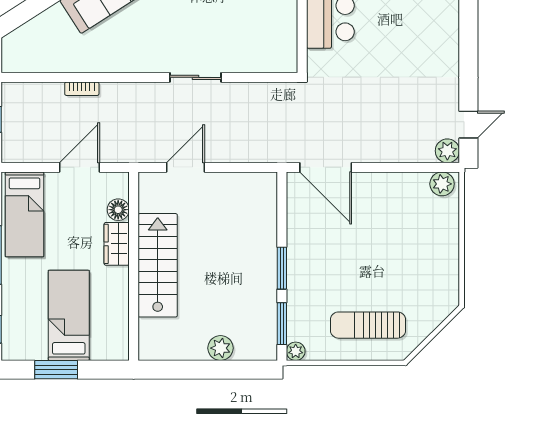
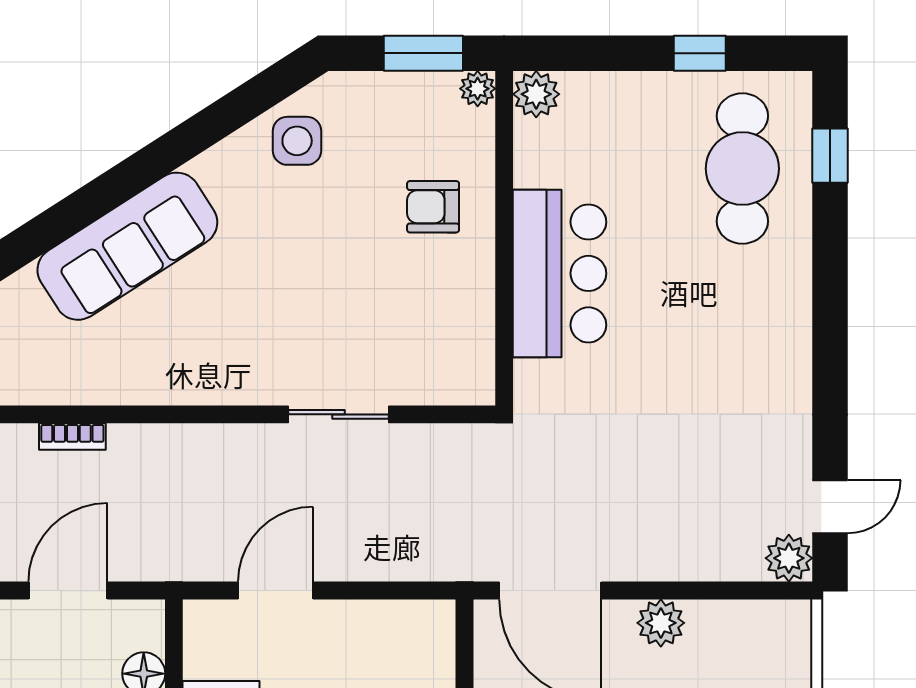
sliding door: (195, 77) -> (339, 414), moved
plant: (442, 184) -> (661, 623), moved

